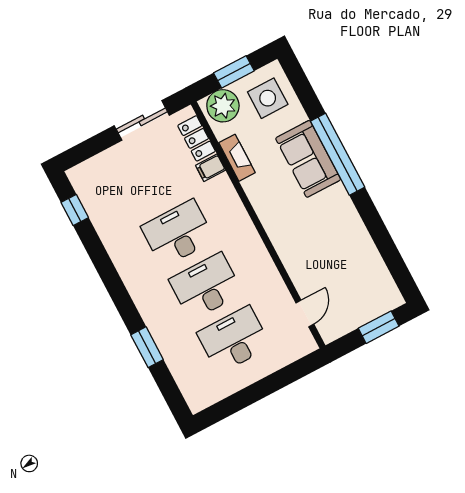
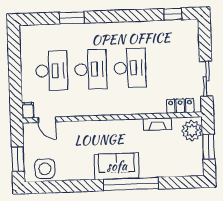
side table: (268, 98) -> (45, 169), moved
sofa: (308, 159) -> (117, 166), moved
filing cabinet: (211, 168) -> (28, 110), moved

